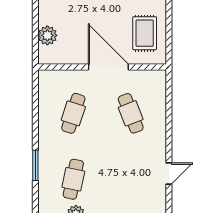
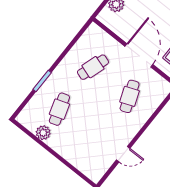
cafe table: (73, 179) -> (59, 109), turned -30

